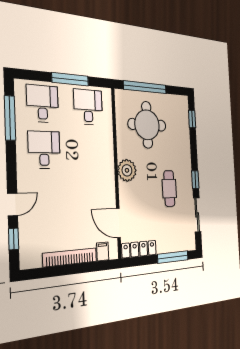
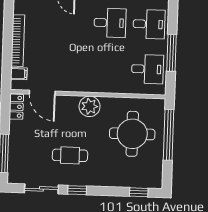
door: (118, 223) -> (42, 93), swing flipped
locker: (139, 249) -> (16, 107), width x0.66

